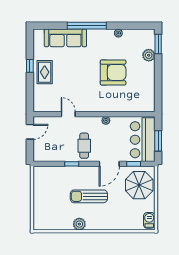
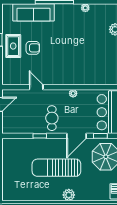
armchair: (113, 72) -> (33, 48), moved, width x0.53, depth x0.53
sun lounger: (89, 196) -> (56, 168), width x1.36, depth x1.34
plant: (79, 224) -> (69, 195), moved

